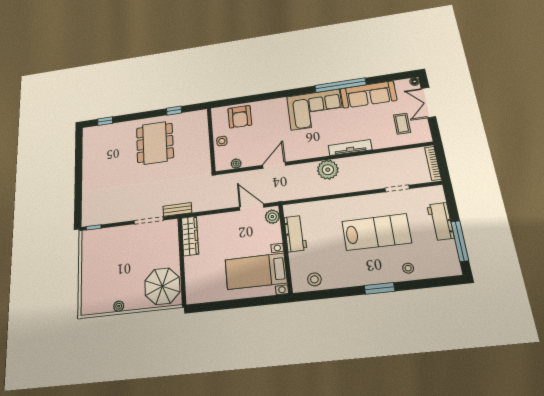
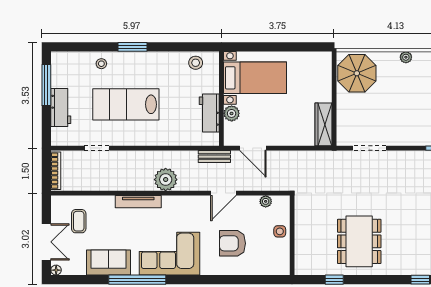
sofa: (368, 95) -> (109, 262), width x0.73
armchair: (240, 117) -> (232, 243), moved, turned -90
bench: (177, 209) -> (214, 157), moved
plant: (272, 217) -> (232, 113), moved

